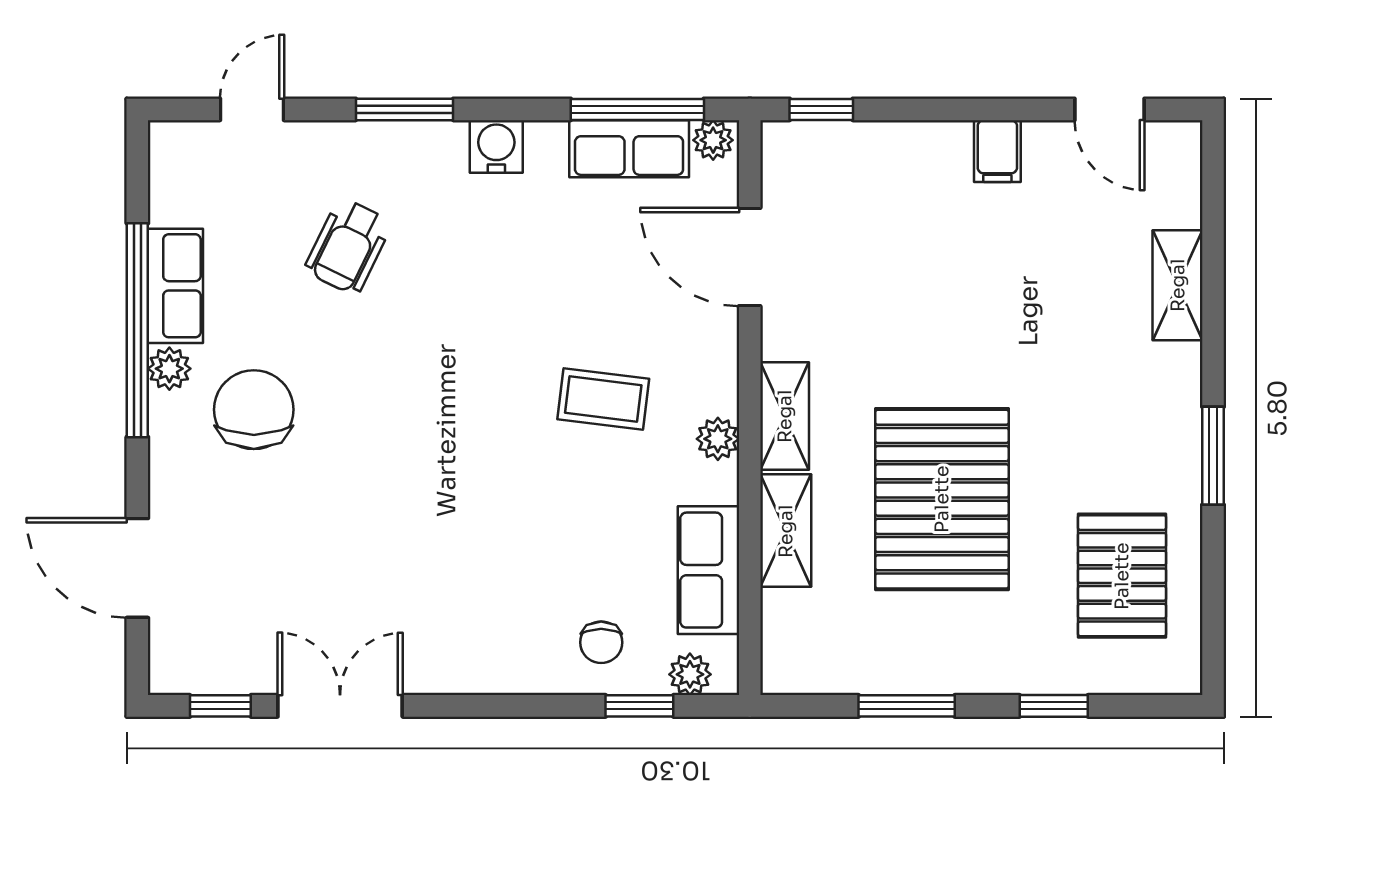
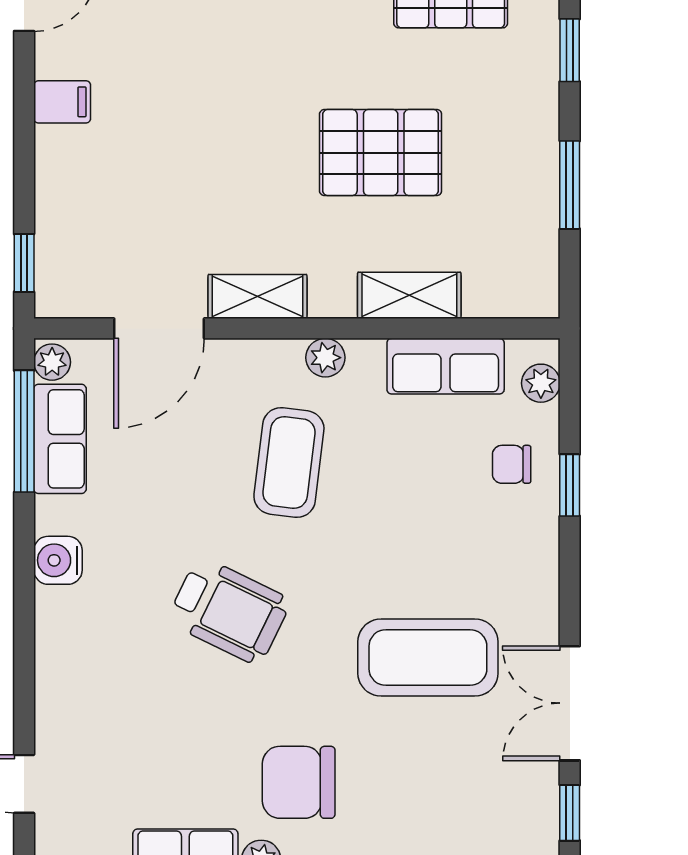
window: (405, 109) -> (24, 644), removed
wheelchair: (348, 246) -> (229, 611), moved, width x1.36, depth x1.37
coffee table: (603, 399) -> (289, 462), width x1.36, depth x1.30
shelving: (785, 416) -> (257, 297), moved
pallet: (942, 499) -> (381, 153), width x0.73, depth x0.71
coffee table: (390, 551) -> (428, 658), added
chair: (601, 642) -> (512, 464), turned 180
window: (639, 706) -> (570, 485), moved

